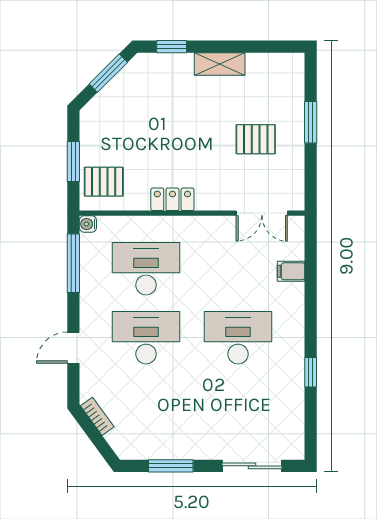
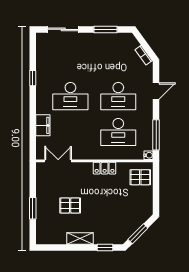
pallet: (256, 139) -> (70, 205), moved
window: (73, 161) -> (156, 188), removed
filing cabinet: (291, 271) -> (43, 125), width x2.00

